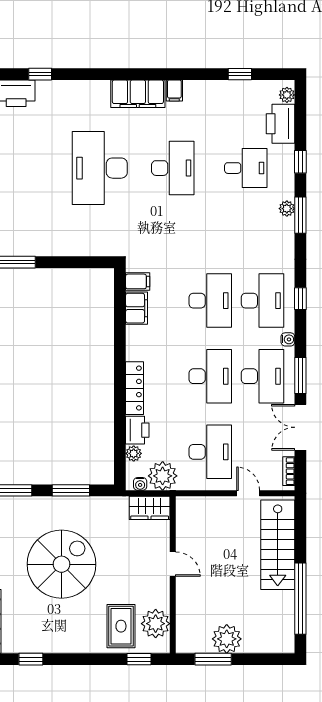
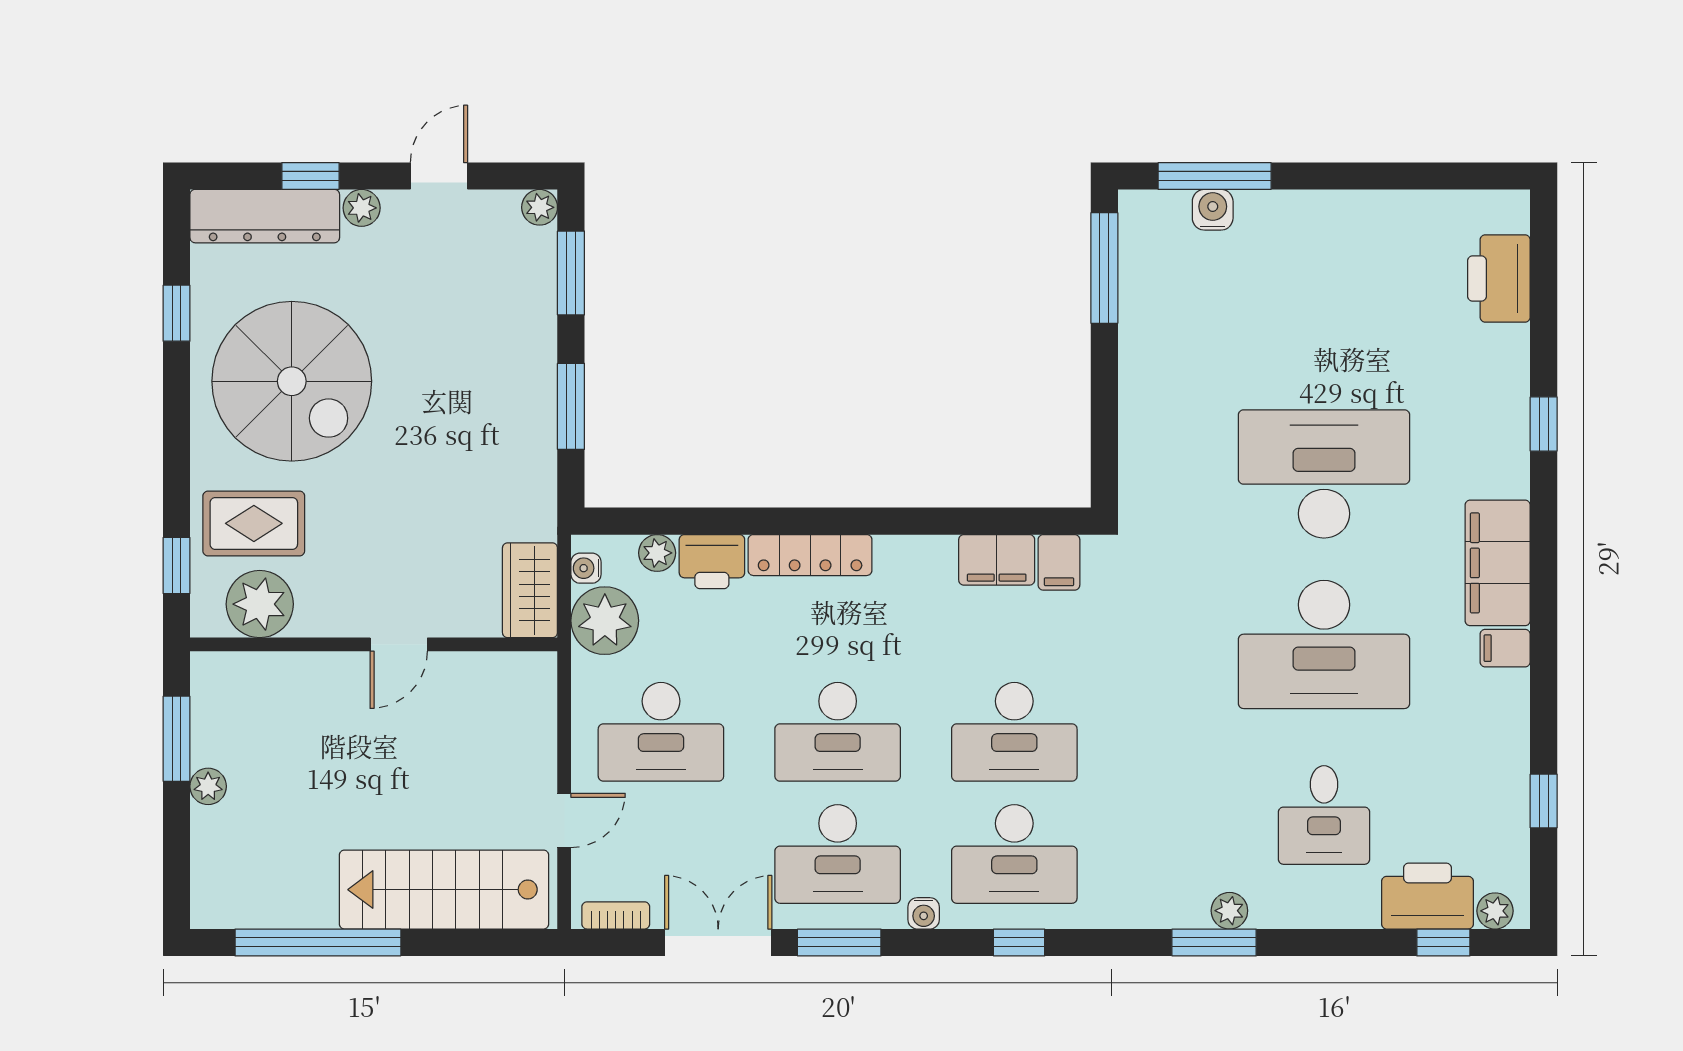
window: (40, 74) -> (1544, 424), moved
window: (300, 162) -> (1443, 942), moved
desk: (173, 168) -> (1324, 644), width x1.36, depth x1.30
spiral stairs: (62, 564) -> (292, 381), moved
plant: (227, 639) -> (208, 786), width x0.53, depth x0.53

